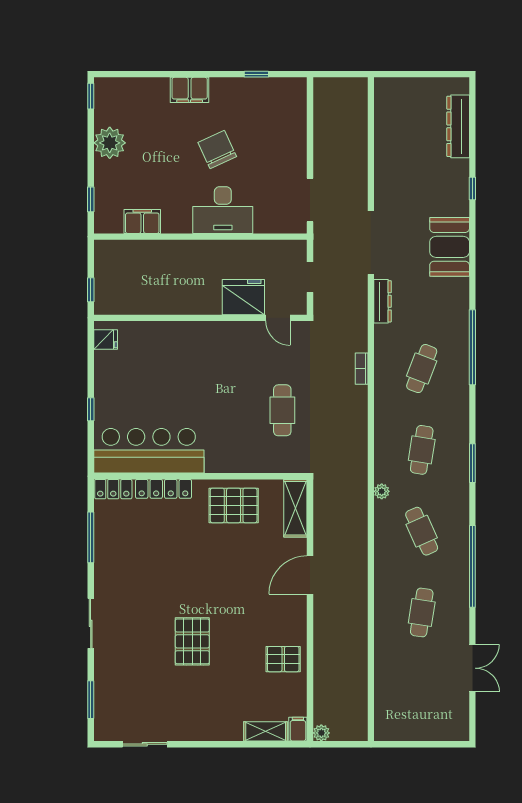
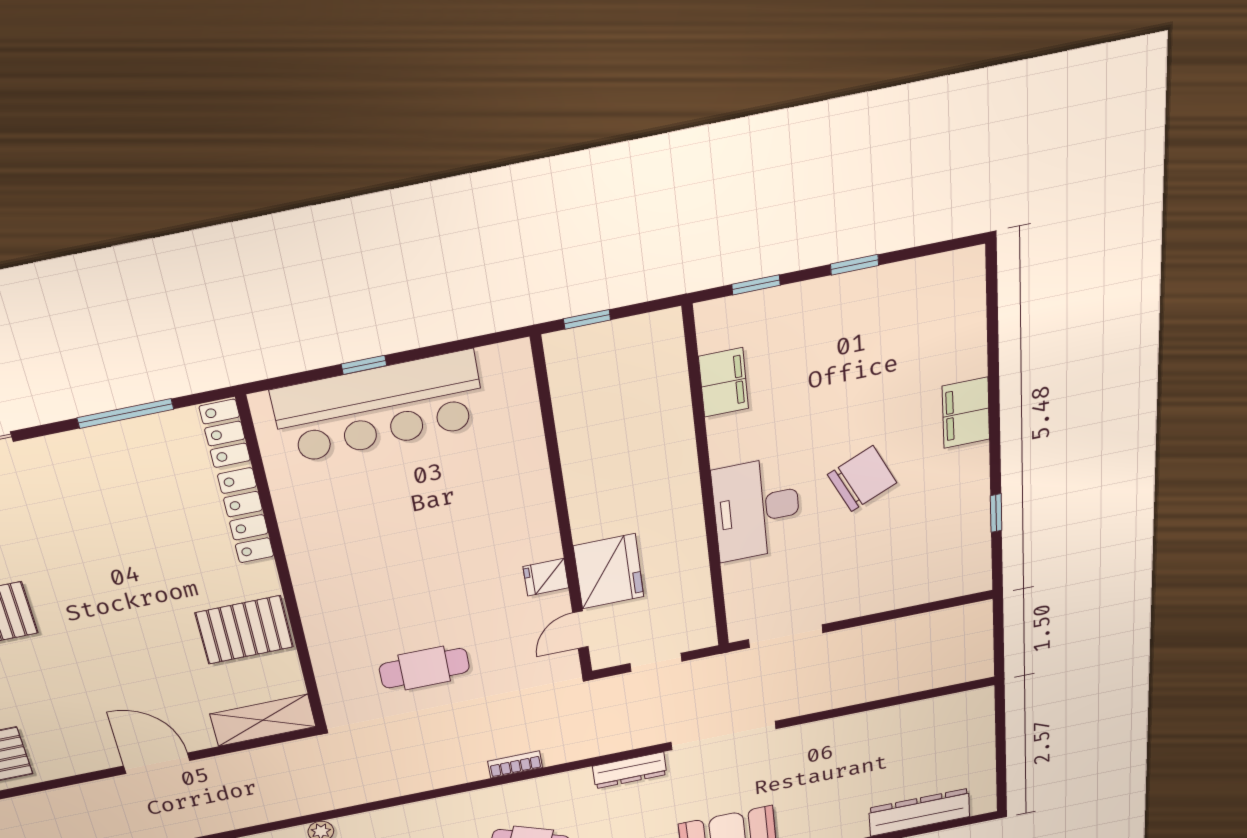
window: (91, 96) -> (855, 265), moved
plant: (110, 143) -> (864, 297), removed
fridge: (106, 340) -> (546, 577), moved, turned 90
bar counter: (149, 451) -> (379, 407), moved, turned 90
pallet: (234, 505) -> (244, 630), turned 90

